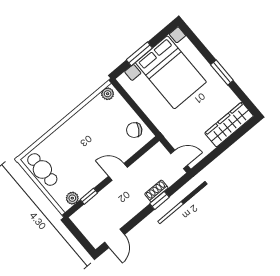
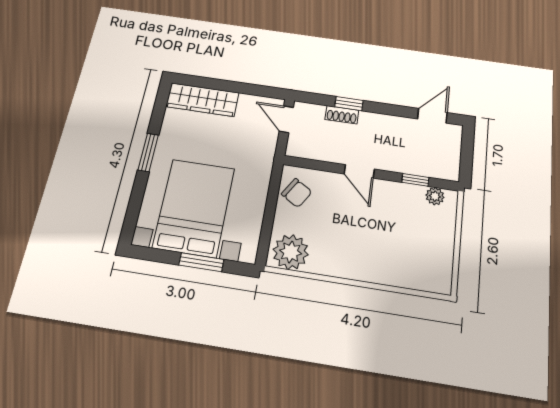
plant: (108, 94) -> (291, 252), width x1.88, depth x1.88
cafe table: (42, 169) -> (437, 258), removed

